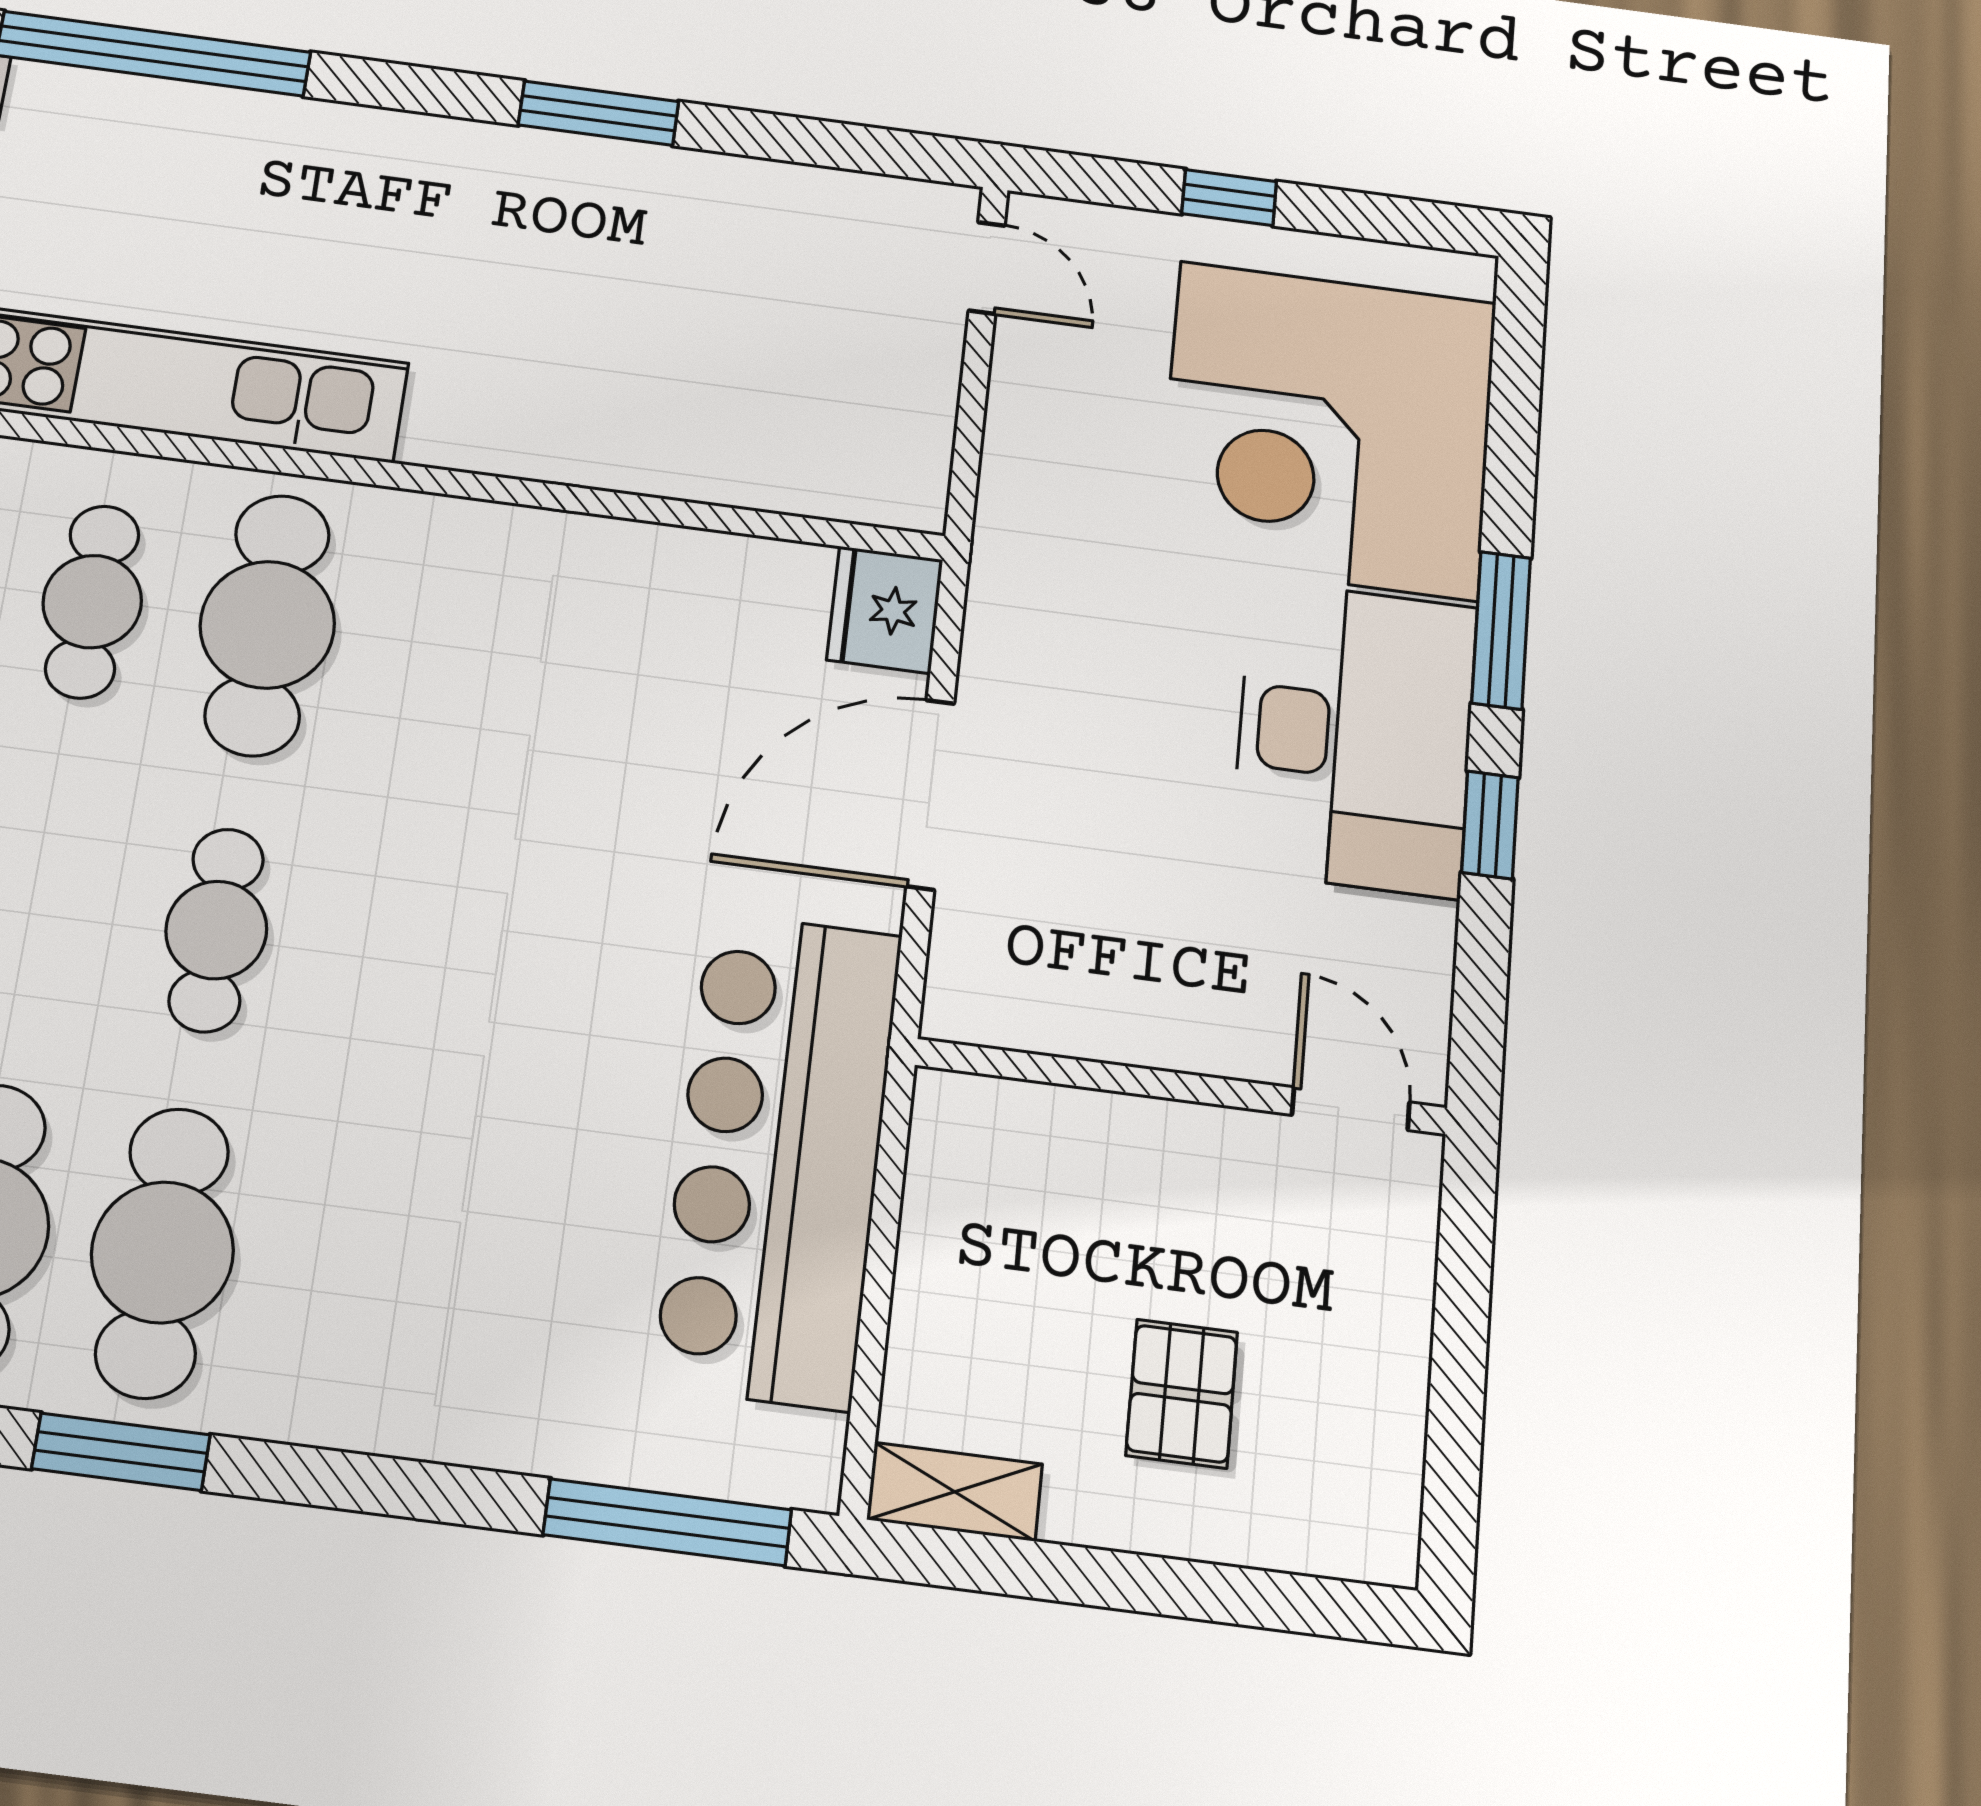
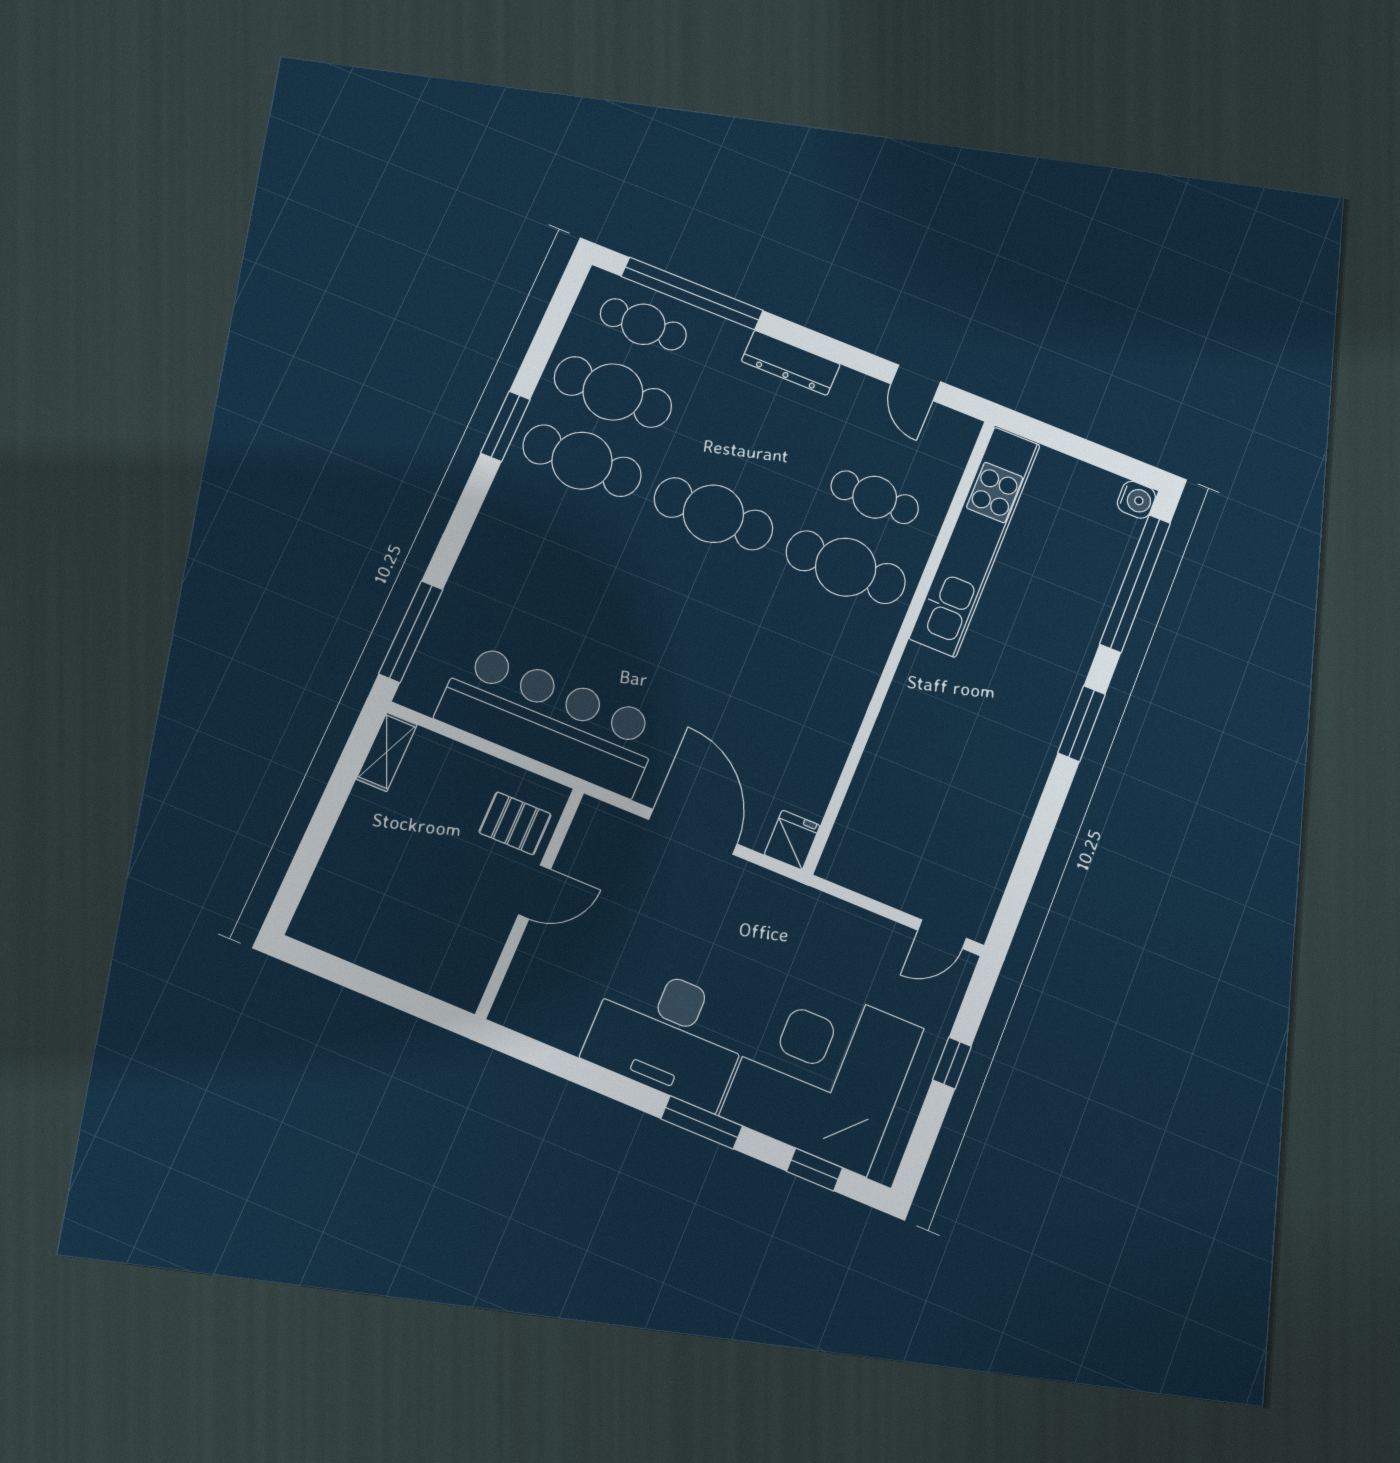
window: (598, 113) -> (1082, 724), moved
fridge: (885, 610) -> (792, 840), width x0.72
window: (1490, 825) -> (815, 1170), moved
cafe table: (216, 930) -> (713, 514), width x1.37, depth x1.35
door: (1351, 1109) -> (535, 892), moved
pallet: (1182, 1394) -> (515, 823), moved

